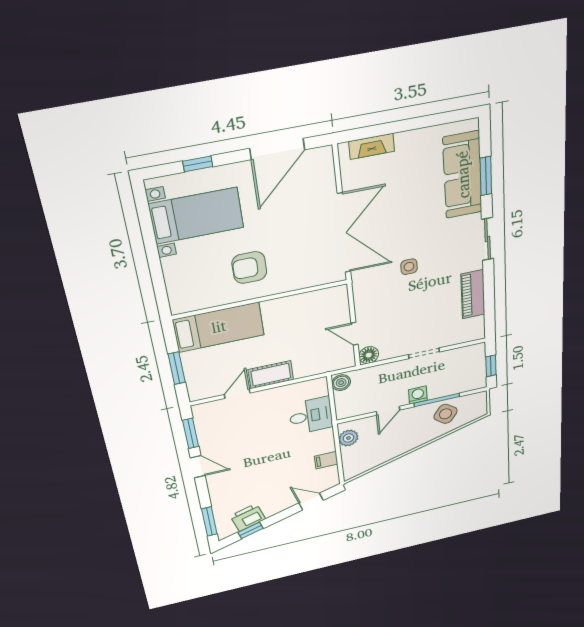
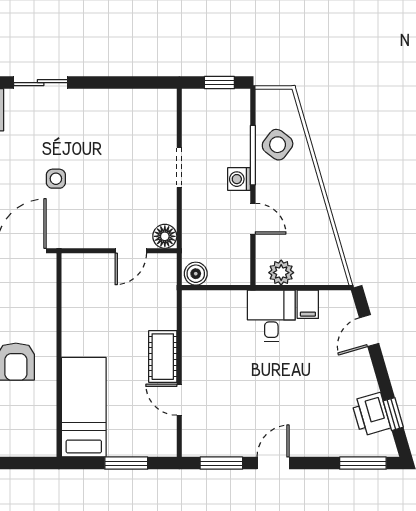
piano: (473, 294) -> (111, 103), removed
desk: (311, 416) -> (271, 316), moved

